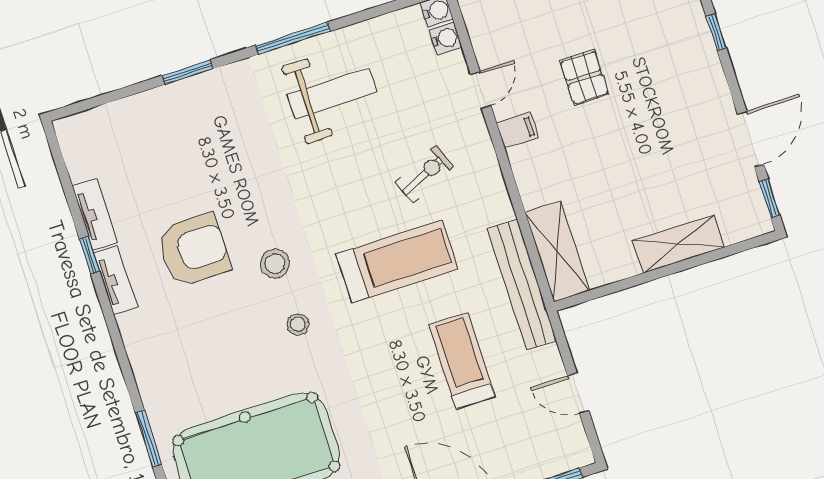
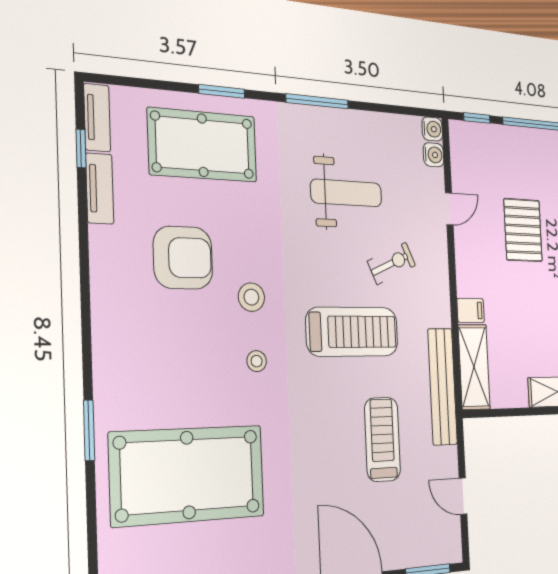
pallet: (584, 77) -> (523, 230), width x1.50, depth x1.42
weight bench: (332, 93) -> (346, 193), moved
filing cabinet: (517, 130) -> (471, 310), moved
pool table: (183, 133) -> (203, 145), added
window: (90, 255) -> (81, 149), moved
tv unit: (115, 280) -> (97, 118), moved

